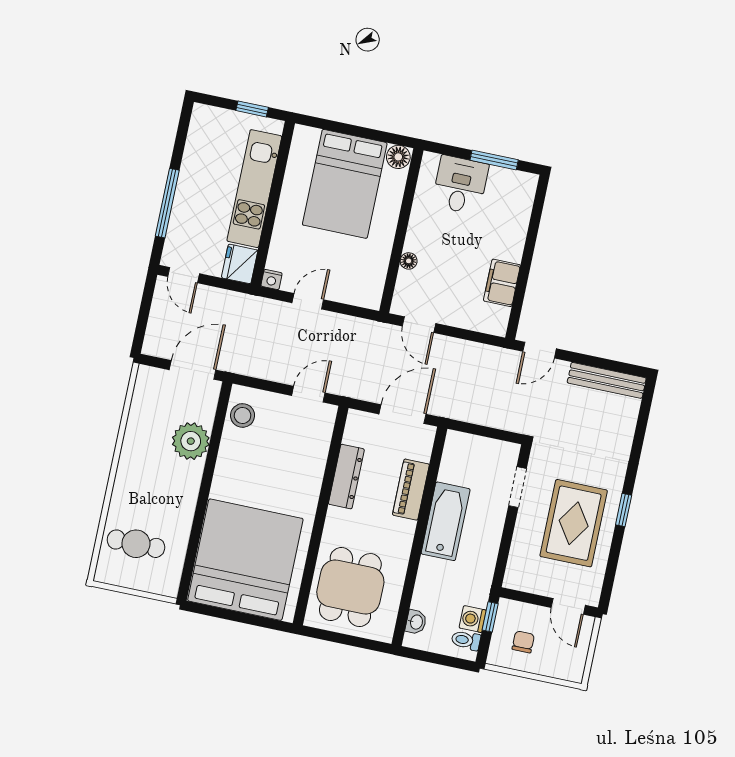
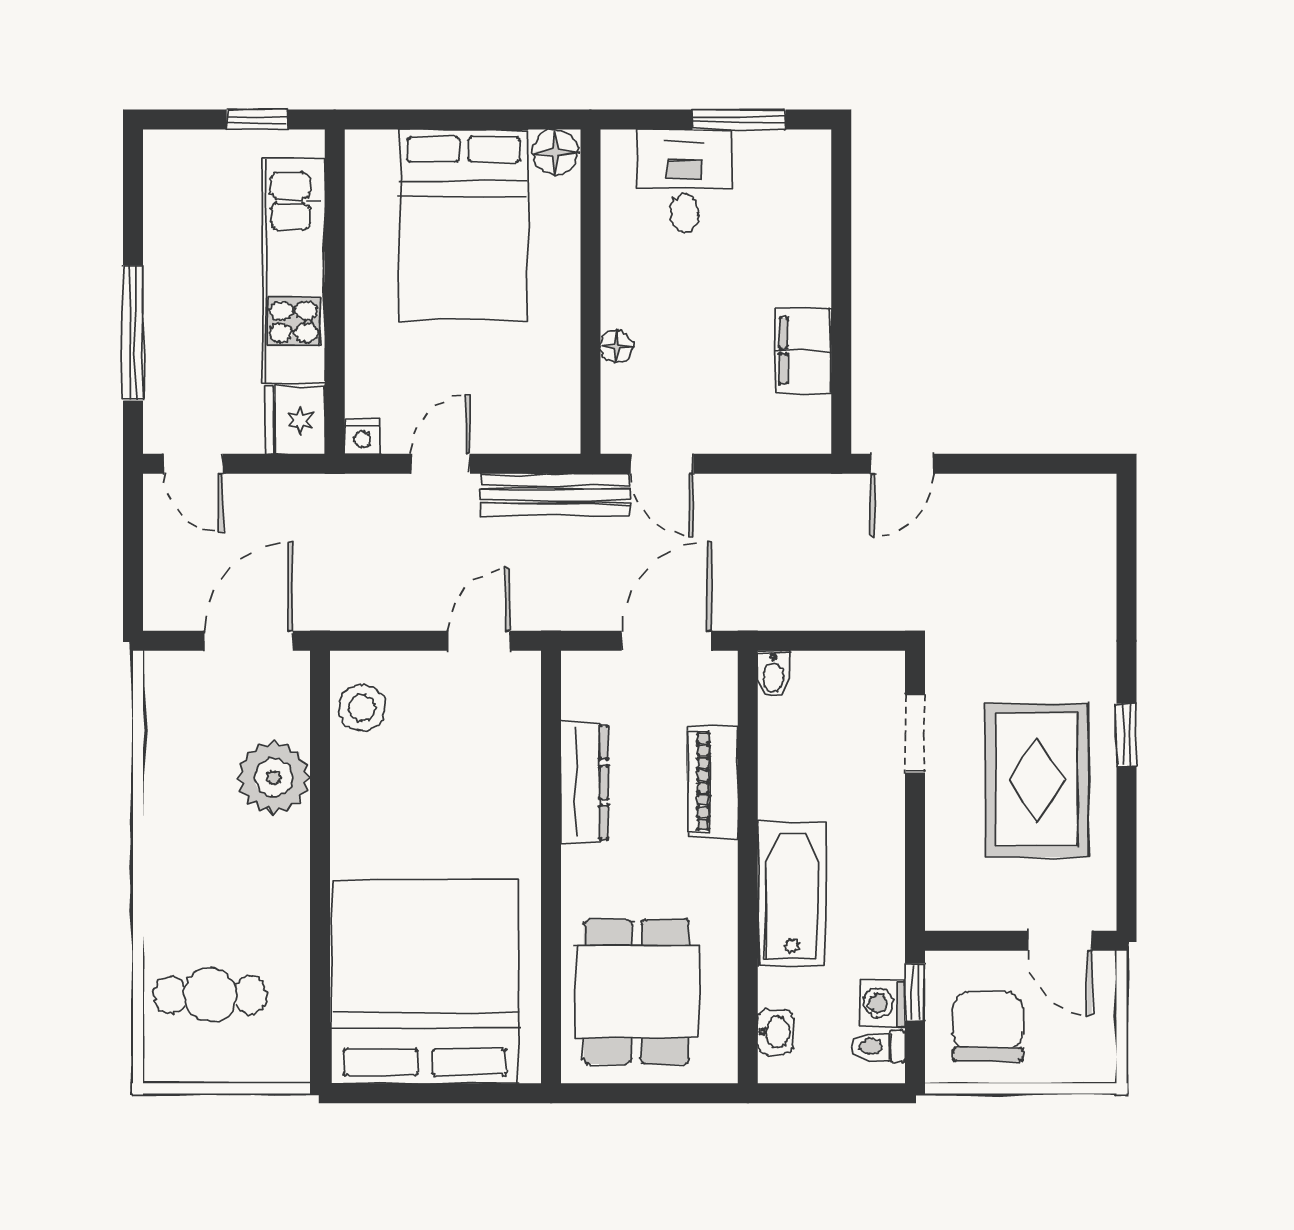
bench: (607, 380) -> (555, 494), moved
bidet: (453, 442) -> (774, 674), added
bathtub: (446, 521) -> (792, 894), moved
chair: (523, 642) -> (988, 1027), width x1.87, depth x1.87

